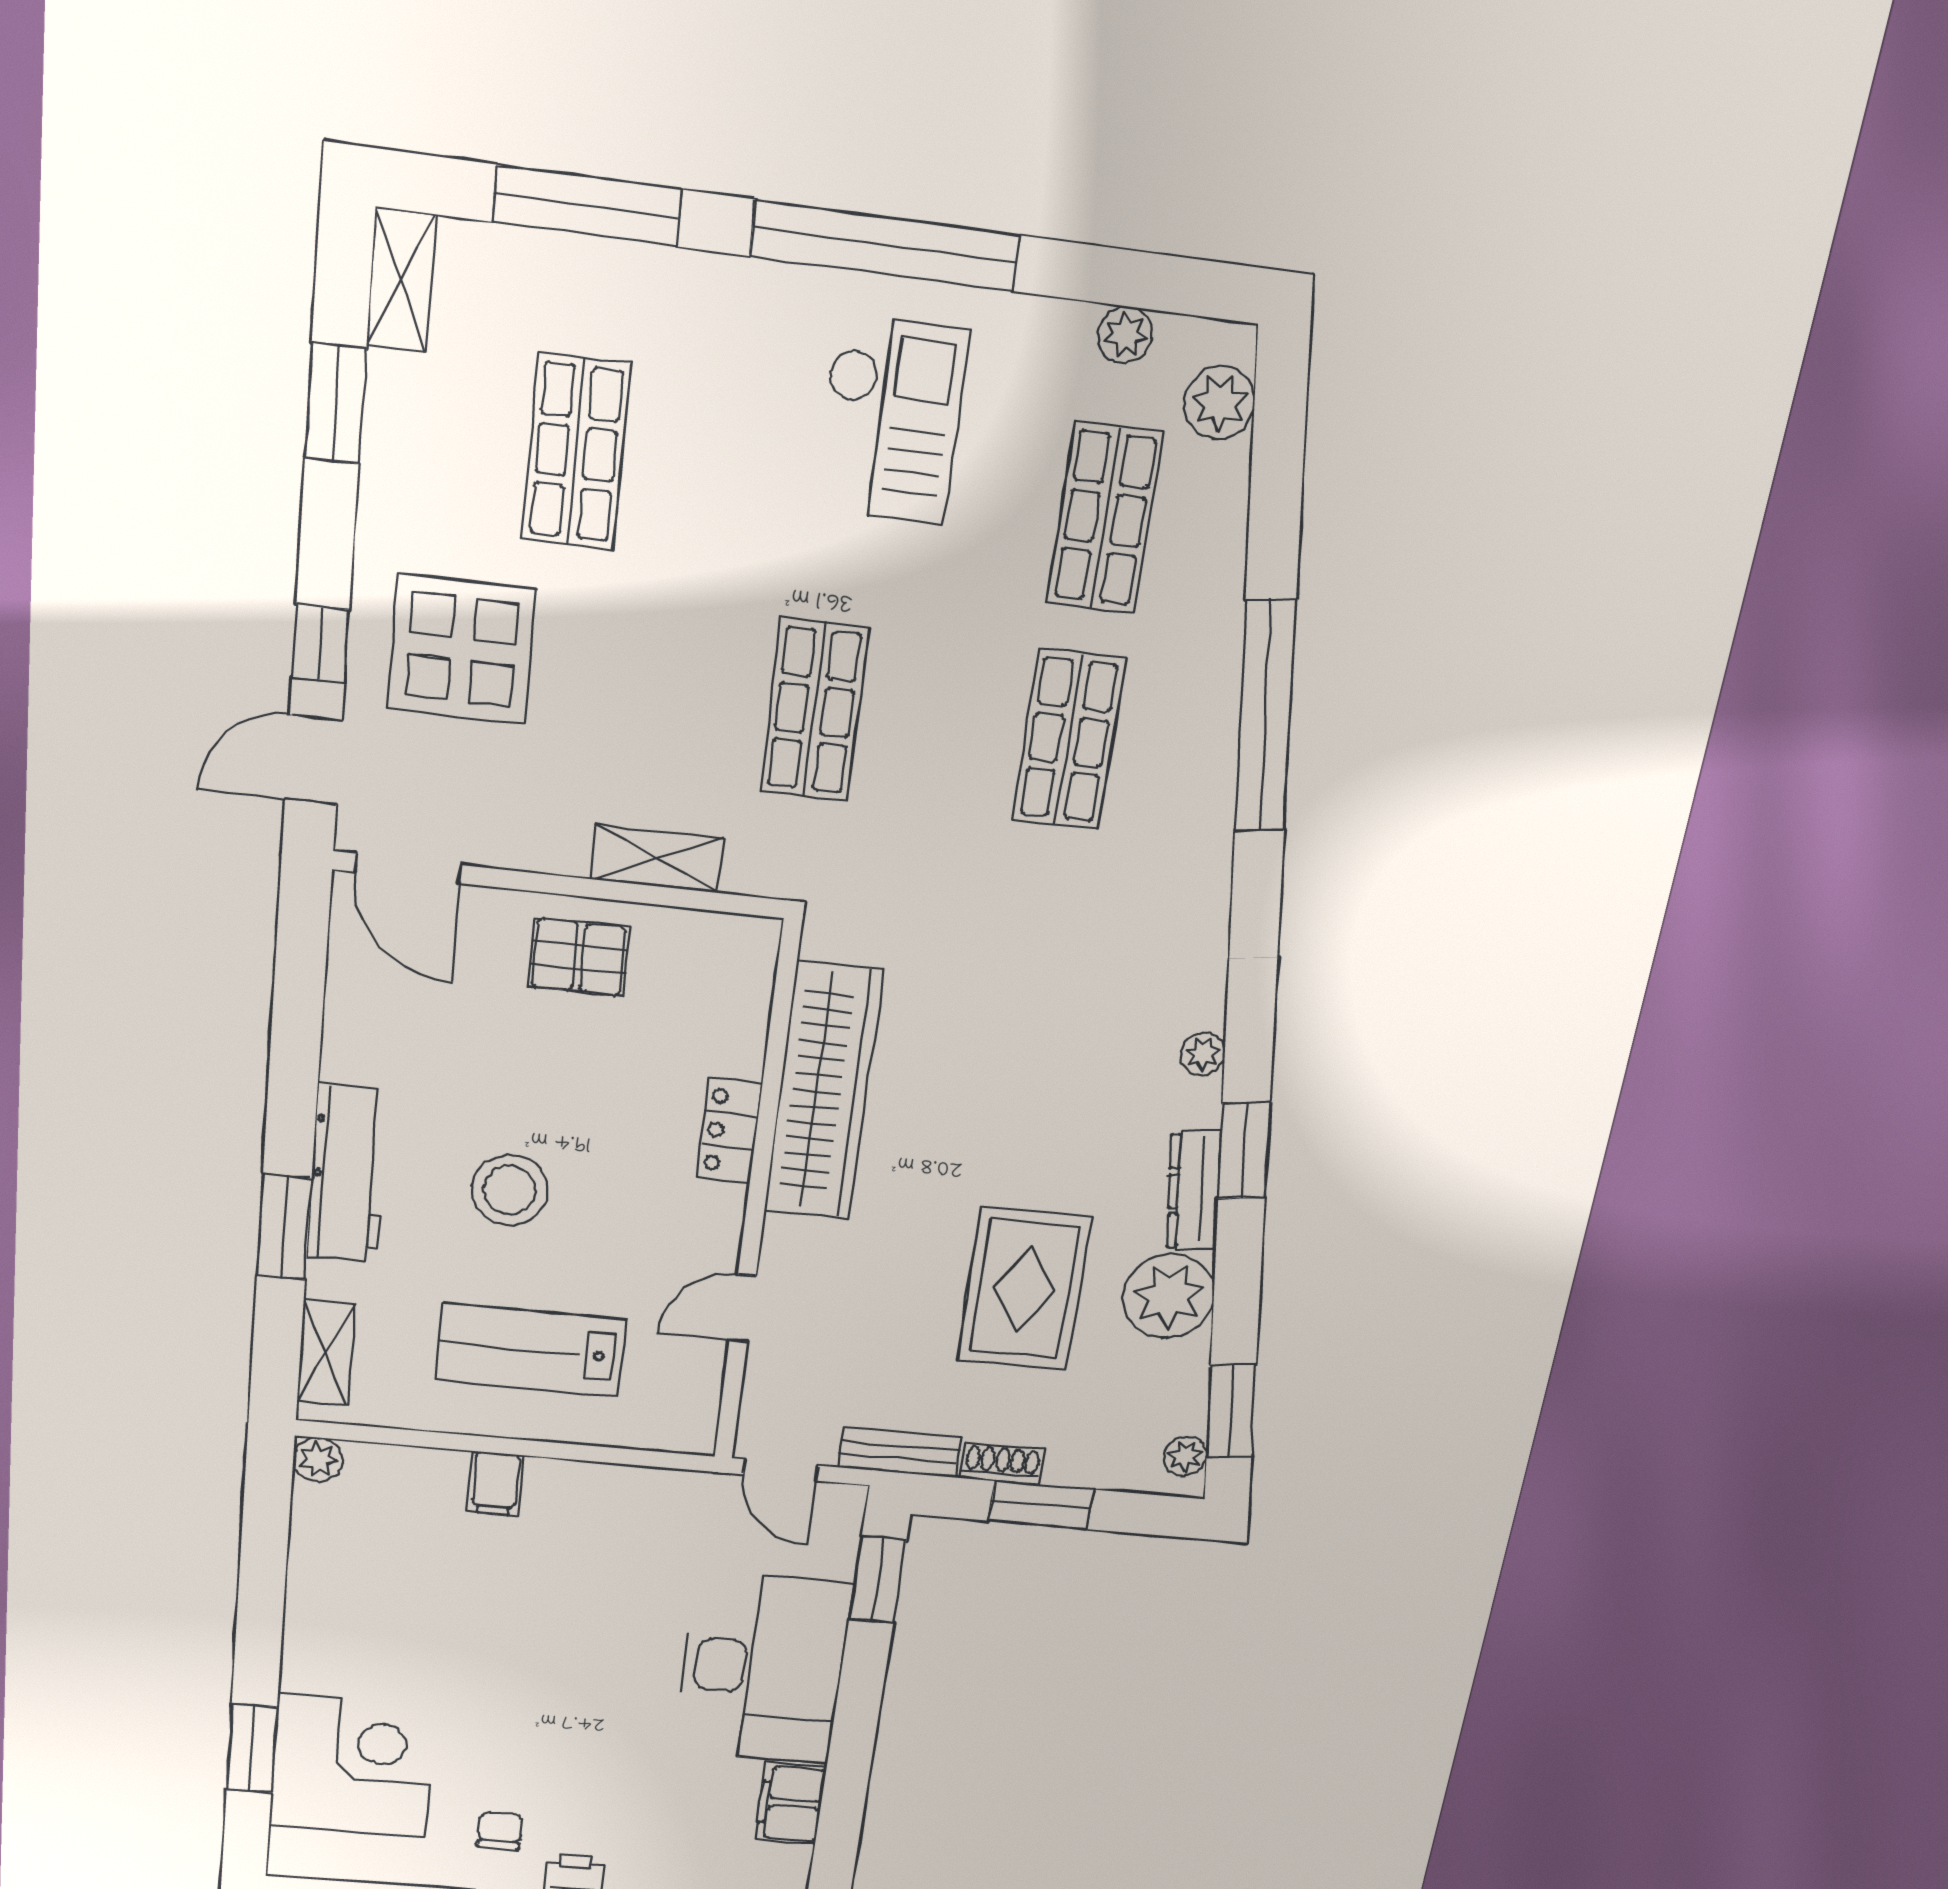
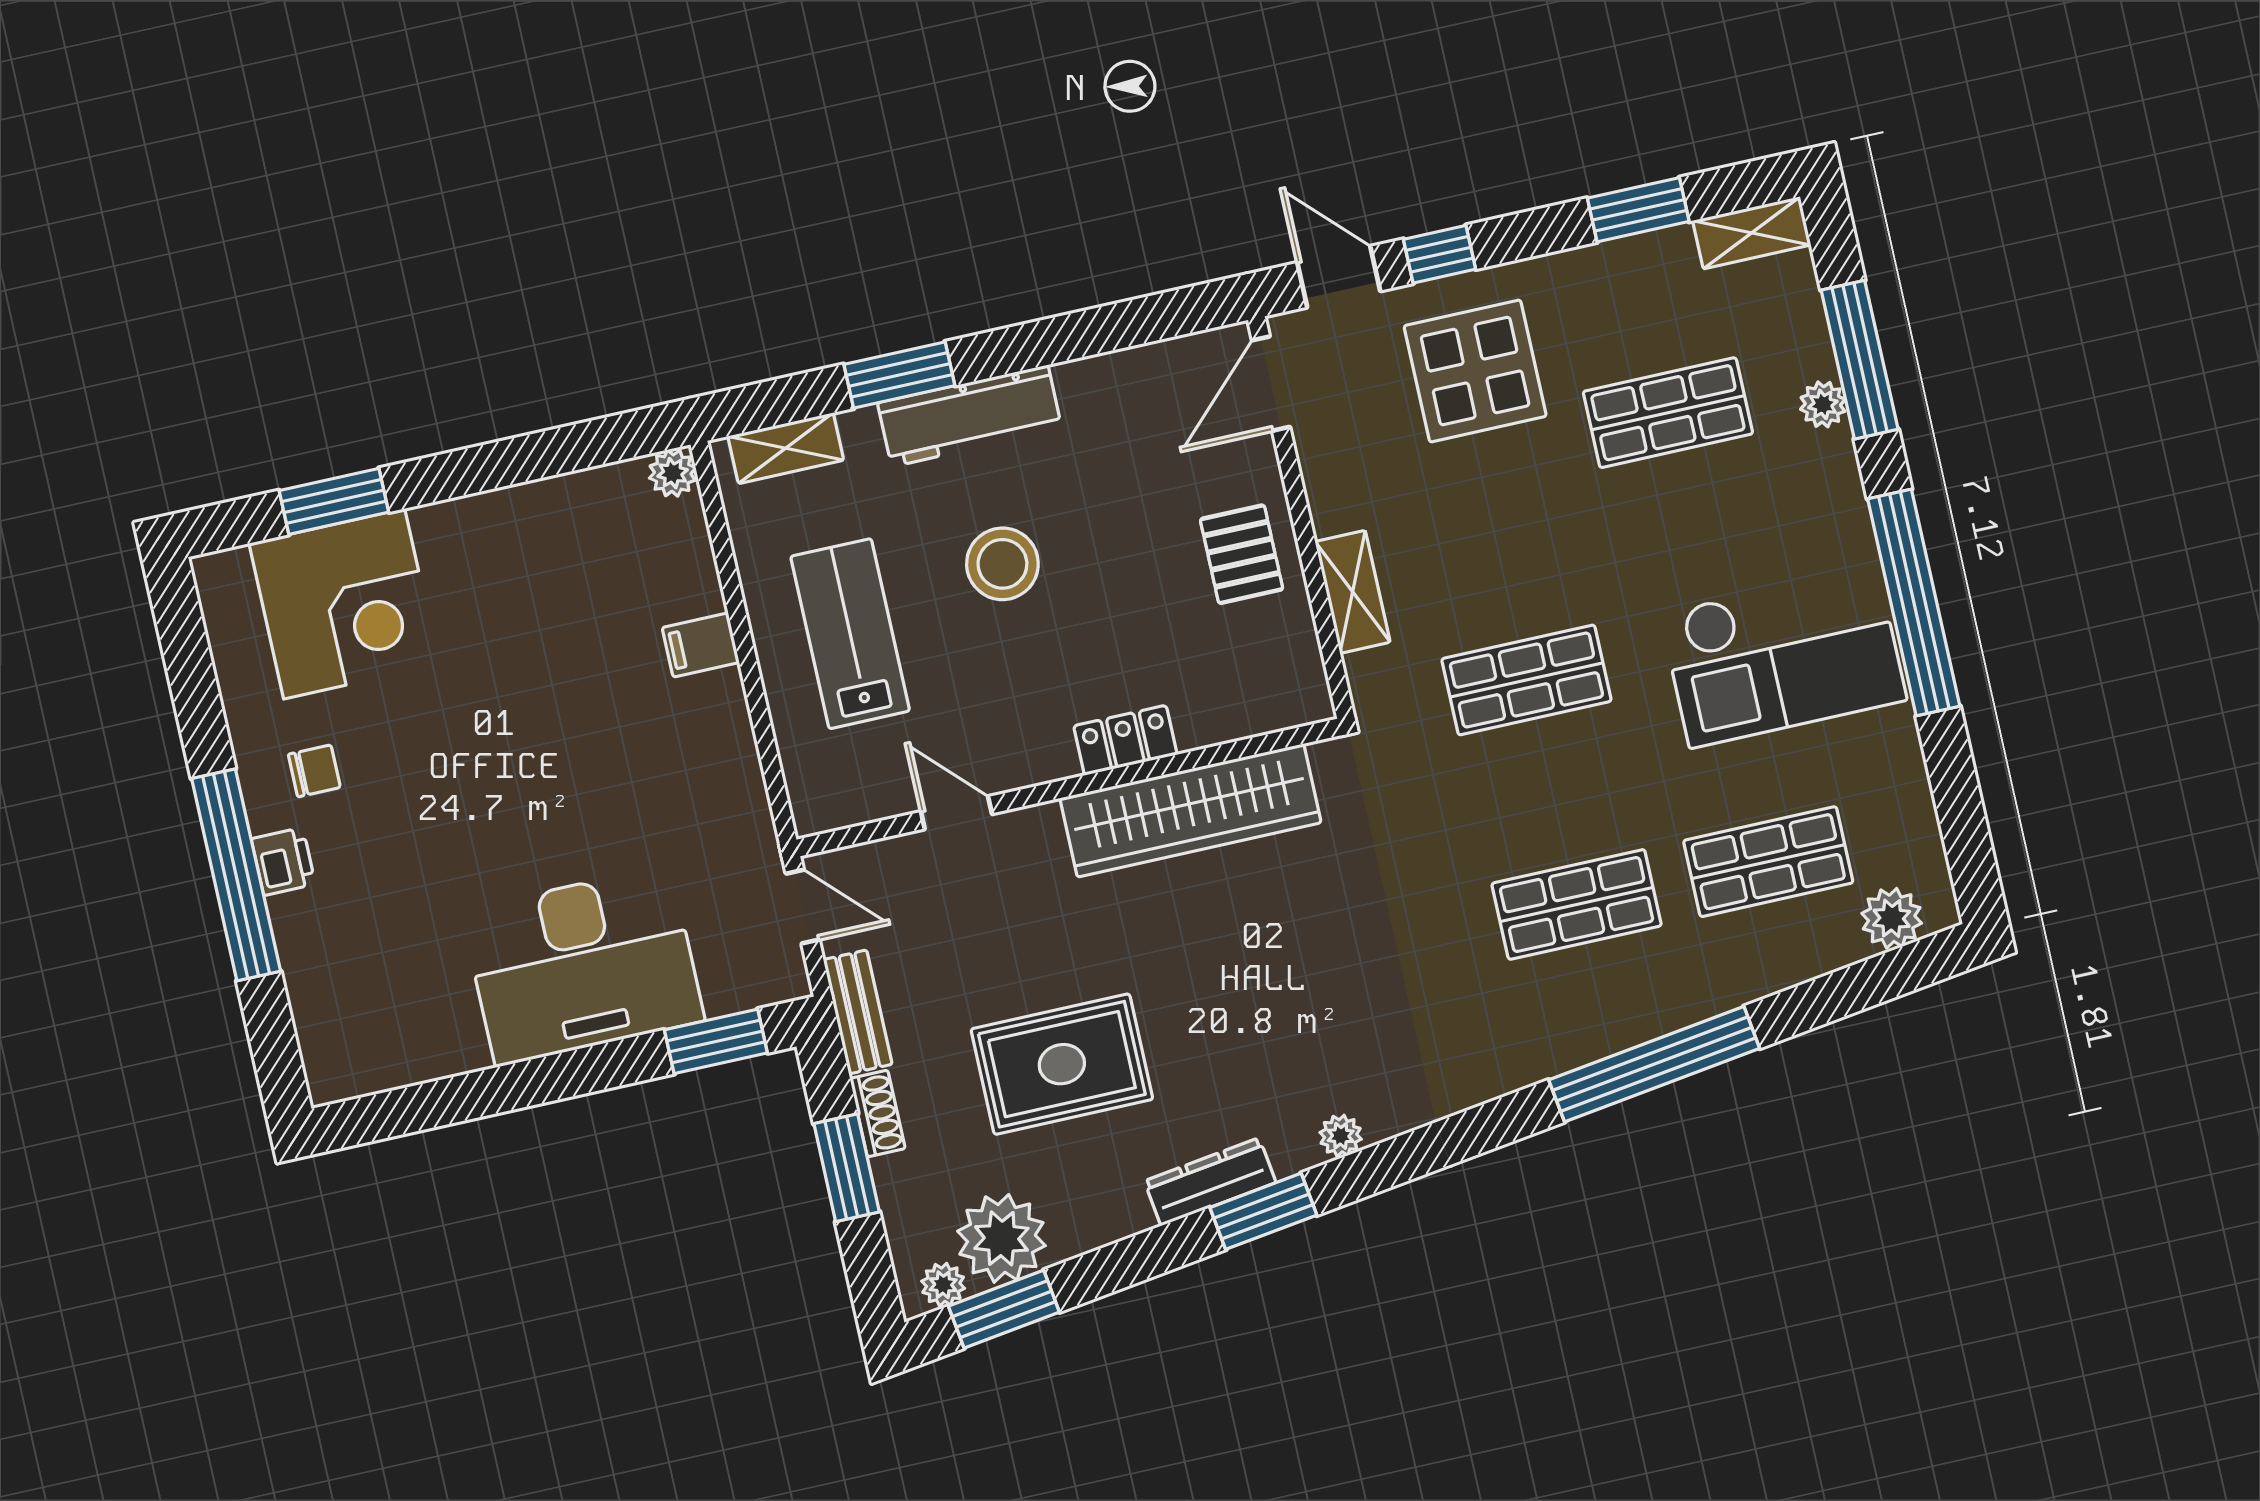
plant: (1125, 335) -> (1823, 404), moved
checkout: (891, 420) -> (1783, 657), width x1.36, depth x1.21
plant: (1169, 1296) -> (1001, 1238), moved
door: (781, 1470) -> (803, 907), swing flipped
filing cabinet: (791, 1804) -> (437, 1048), removed

